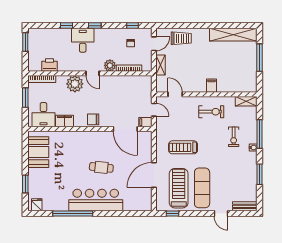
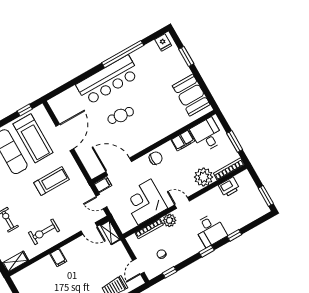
shelving: (160, 65) -> (110, 232), moved
plant: (75, 84) -> (204, 177), moved
corner desk: (121, 91) -> (145, 202), added

